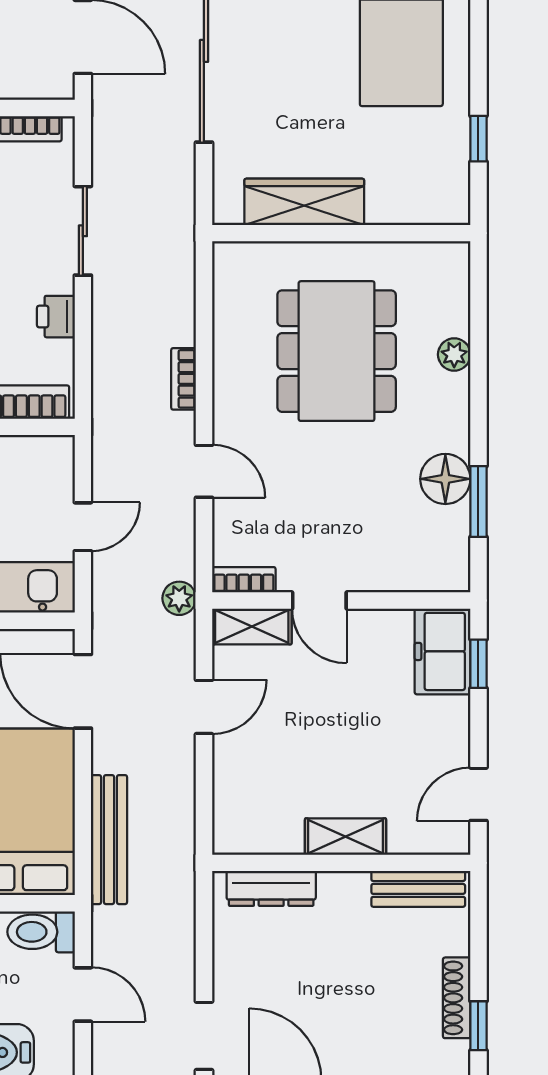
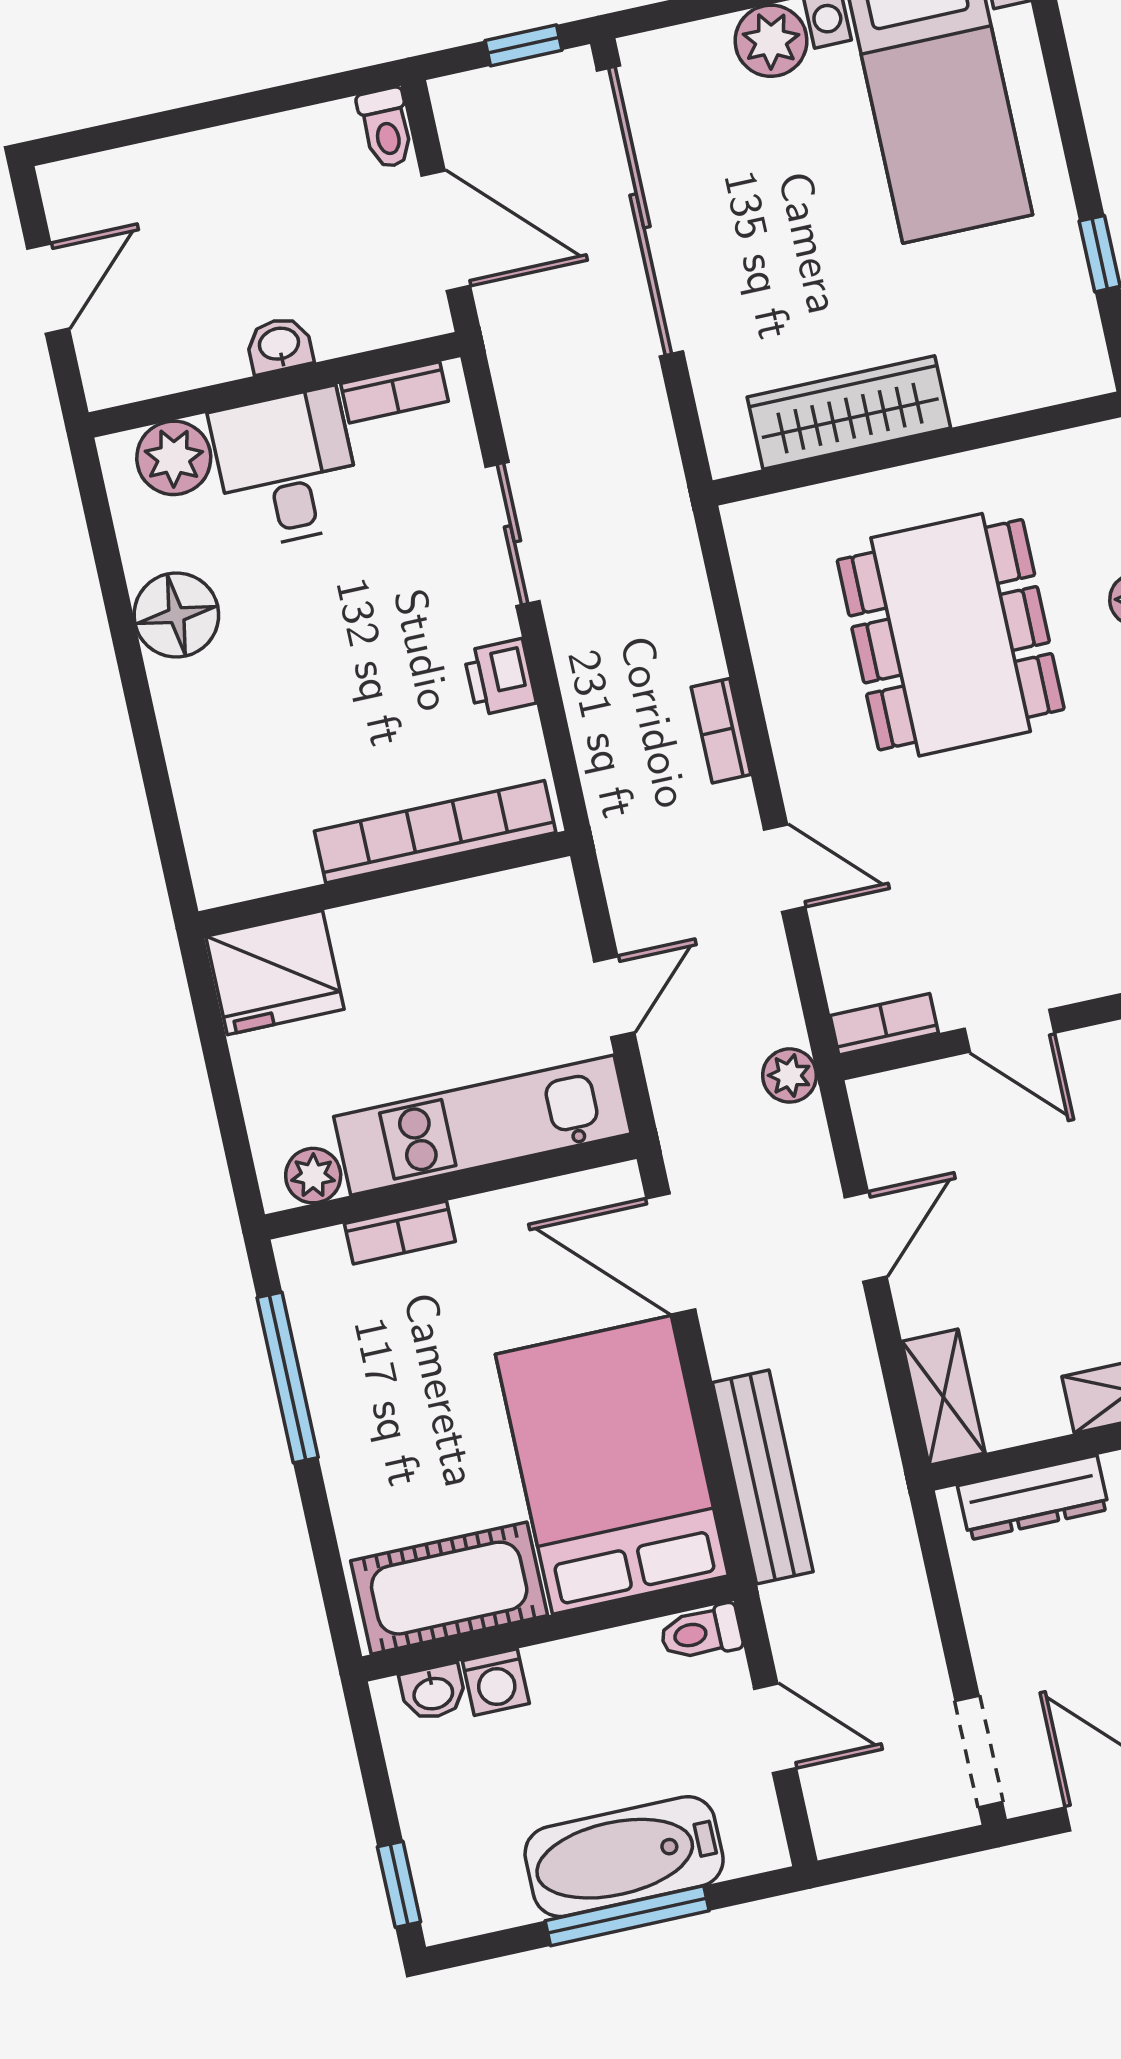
shelving: (252, 626) -> (943, 1397), moved, turned 90
toilet: (41, 932) -> (701, 1633), width x0.73, depth x0.72

